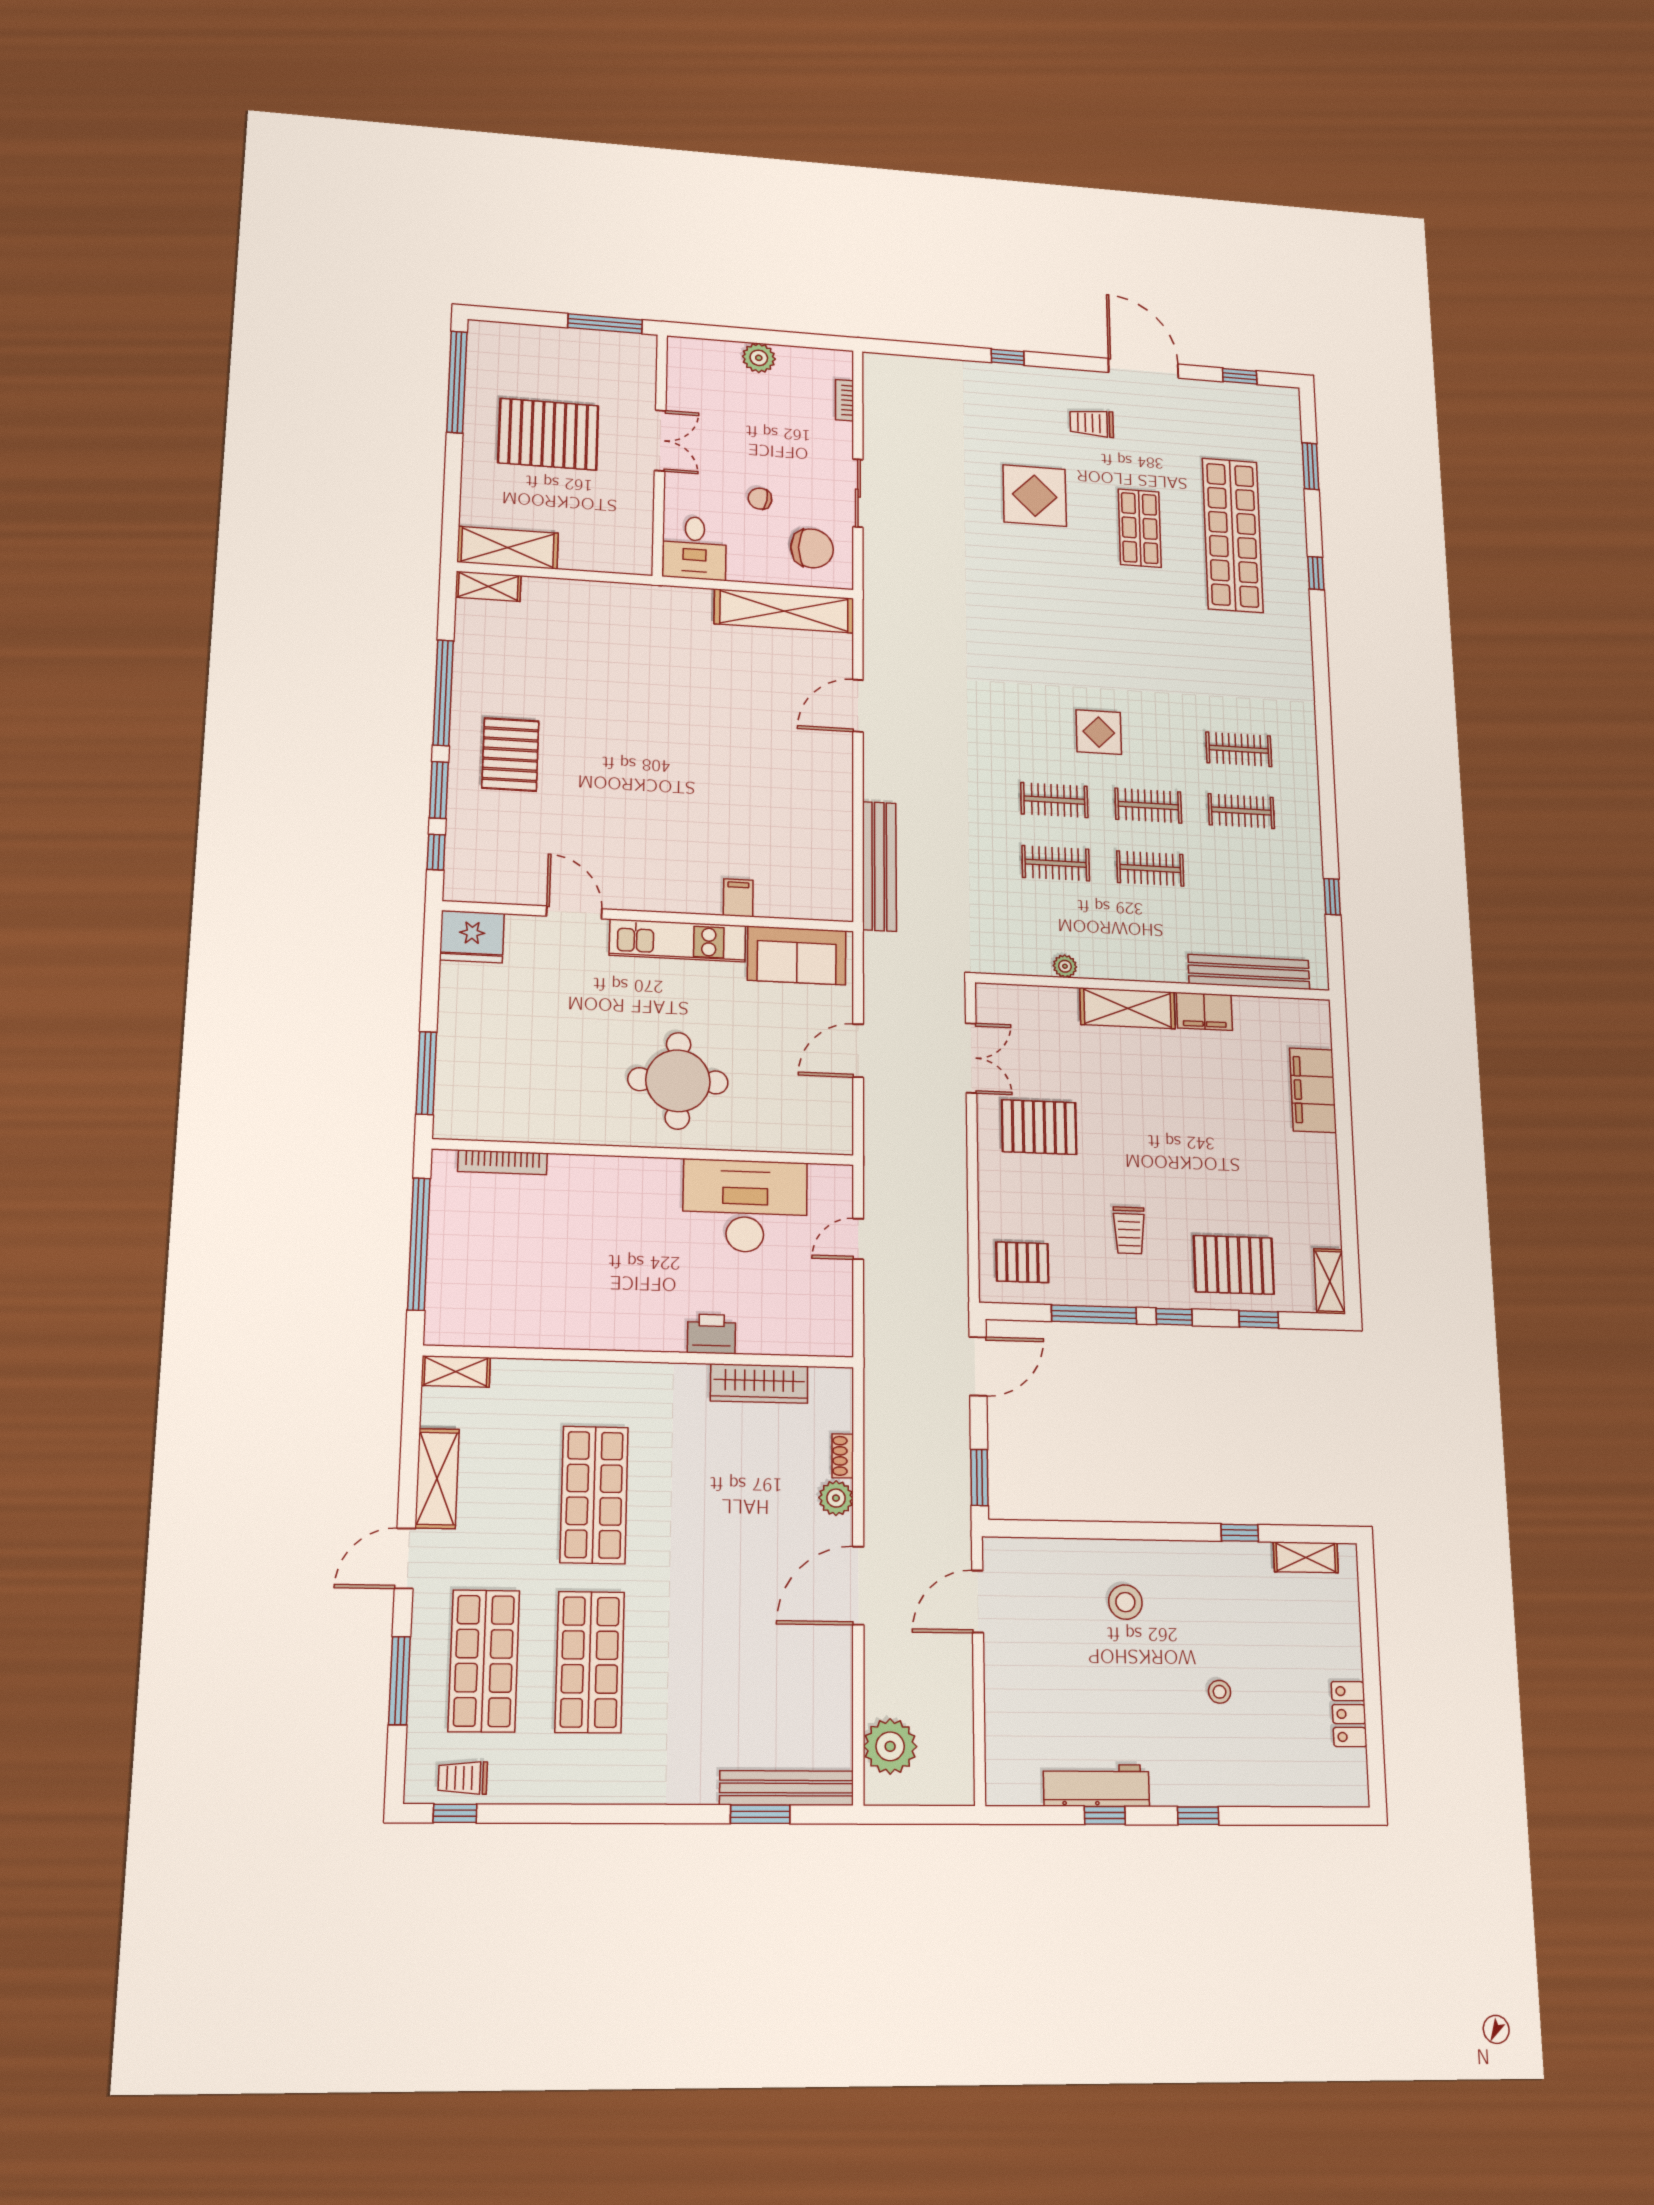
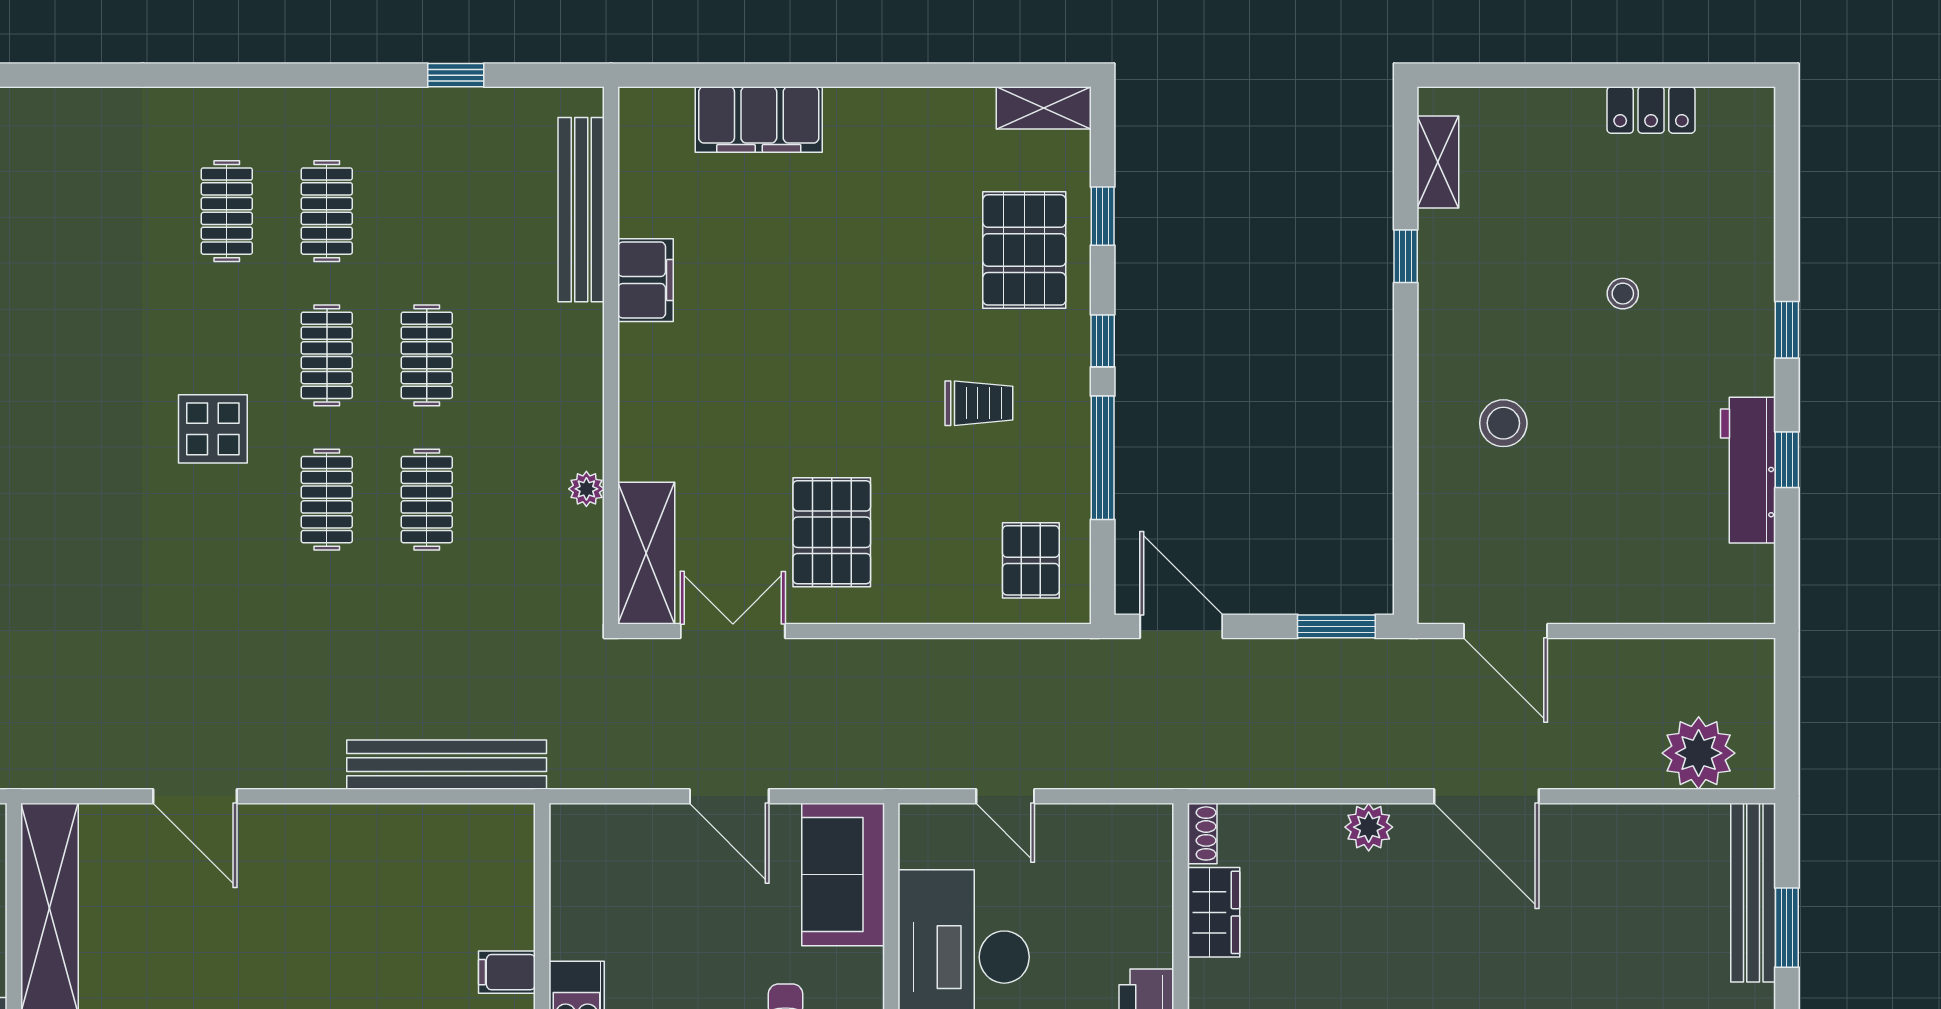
sofa: (797, 955) -> (843, 875), moved, turned 180
shelving: (1128, 1008) -> (646, 553), moved
wardrobe: (759, 1383) -> (1214, 912), width x0.67
shoe rack: (843, 1456) -> (1202, 833), moved, turned -90

